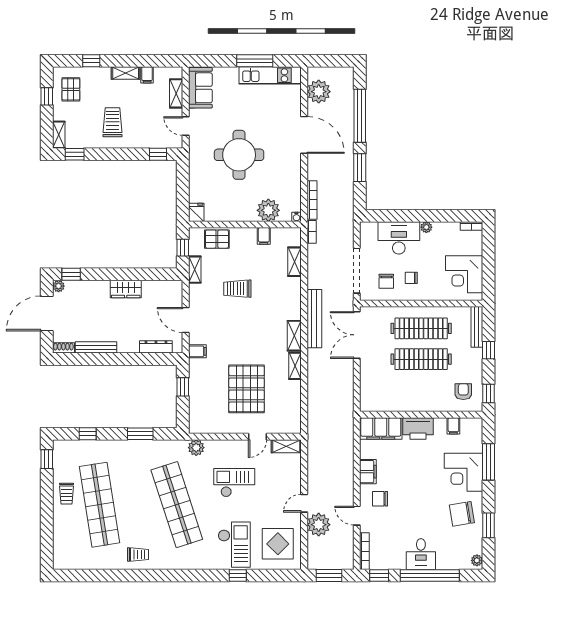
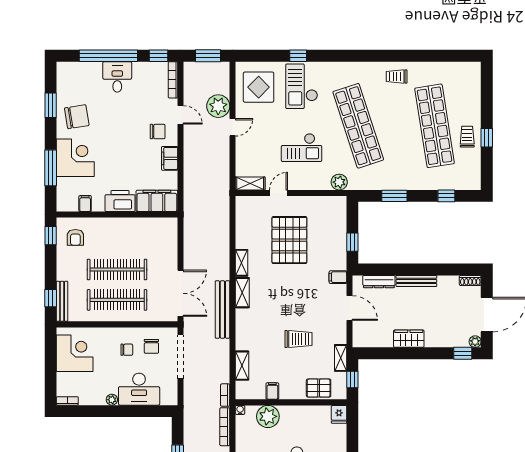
chair: (386, 281) -> (151, 346), turned 180
bench: (96, 347) -> (416, 281), moved
window: (488, 350) -> (51, 298), moved
window: (47, 459) -> (487, 138), moved
plant: (477, 560) -> (62, 71), removed

